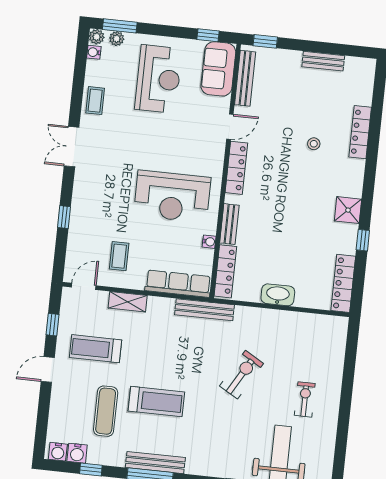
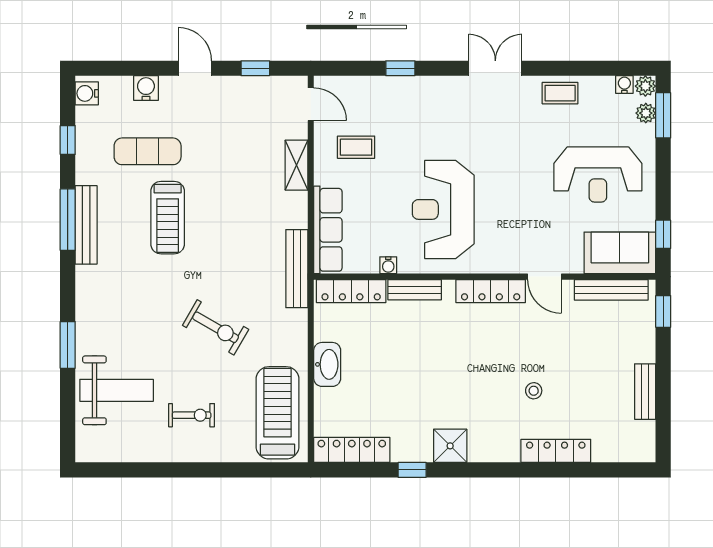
treadmill: (95, 349) -> (277, 413), moved, width x1.37, depth x1.38
water cooler: (77, 453) -> (146, 88), moved, turned 90

